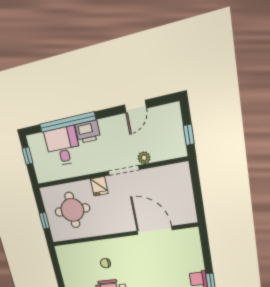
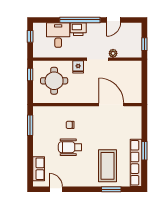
window: (67, 122) -> (80, 20), moved
window: (44, 221) -> (30, 75), moved
window: (57, 269) -> (30, 125), added

